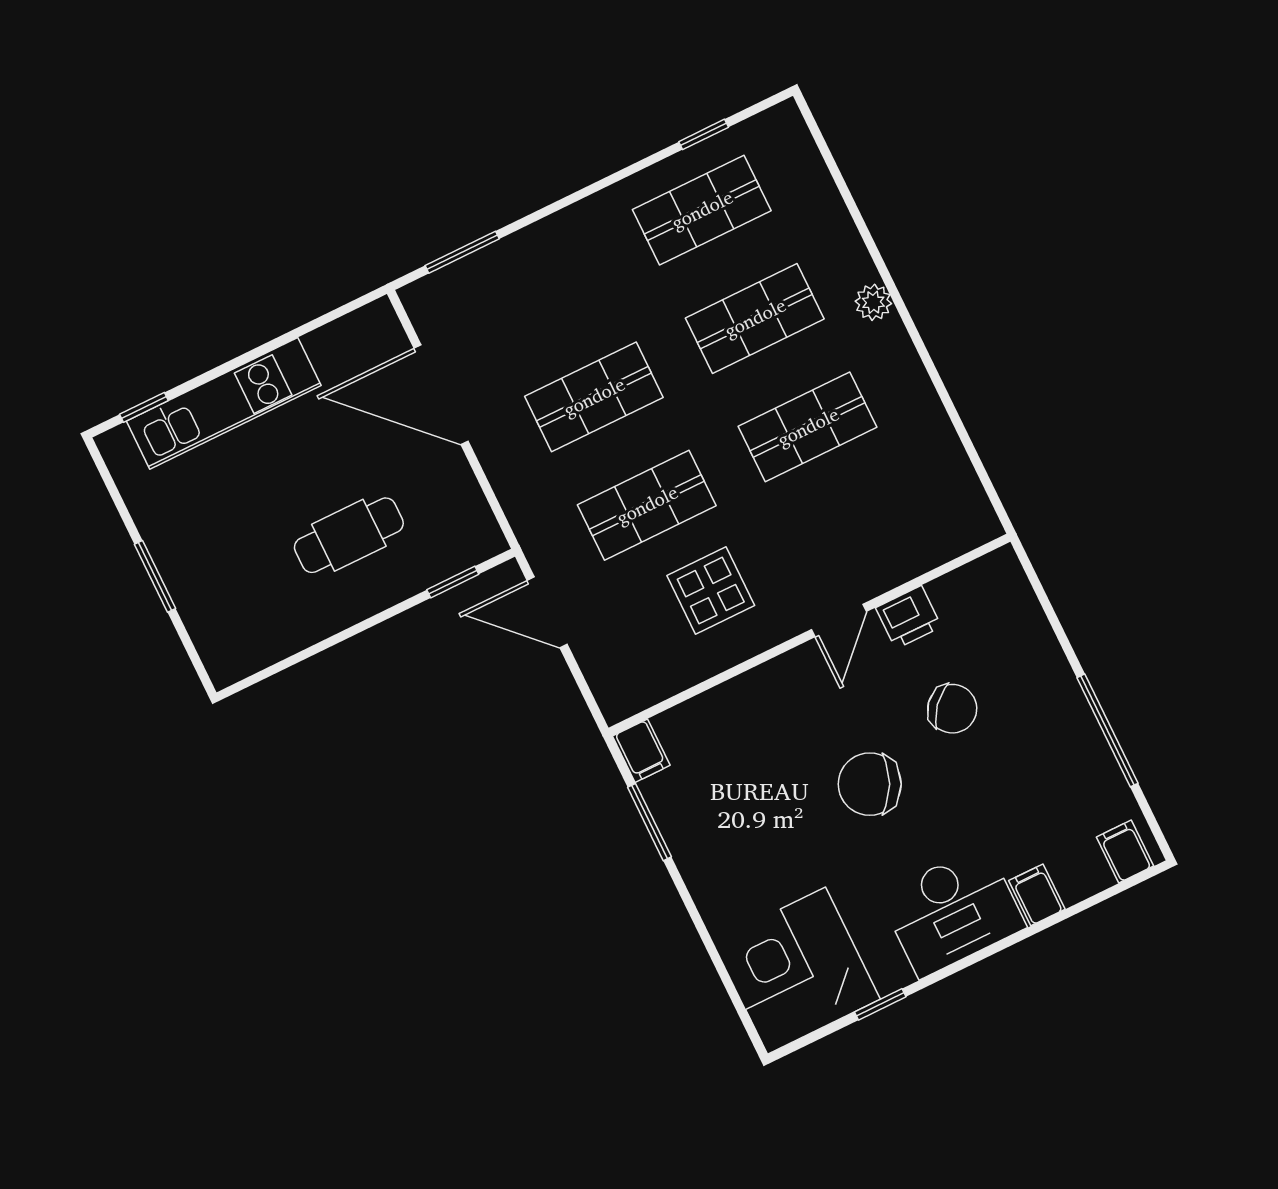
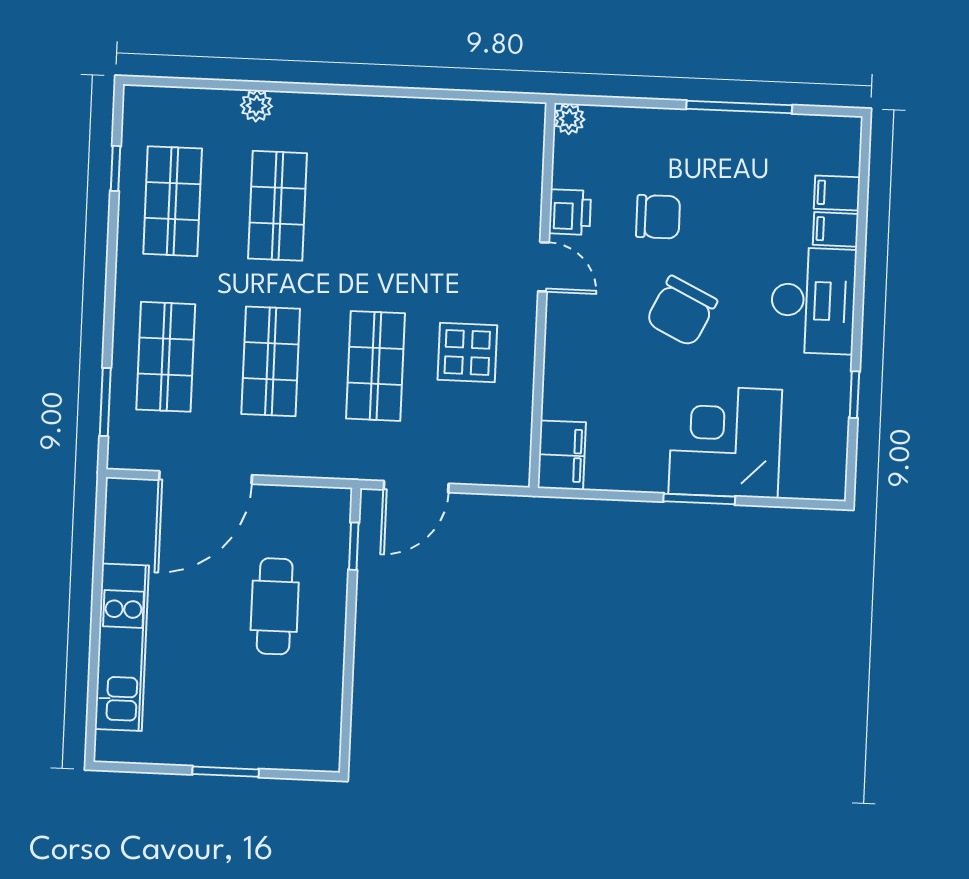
plant: (873, 302) -> (256, 106), moved
window: (144, 407) -> (92, 710), removed
shop shelf: (808, 427) -> (166, 357), moved
plant: (1002, 565) -> (569, 119), added
chair: (952, 709) -> (658, 217), turned 49
filing cabinet: (641, 751) -> (562, 455), width x2.00
window: (649, 822) -> (699, 499), moved
filing cabinet: (1125, 852) -> (837, 193), moved
corner desk: (797, 971) -> (725, 442), moved, turned 90

